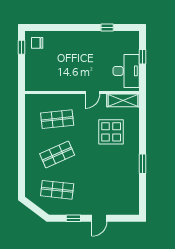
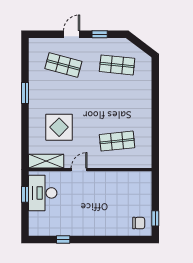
window: (143, 57) -> (25, 194), moved
shop shelf: (57, 154) -> (63, 65), moved, turned 39

